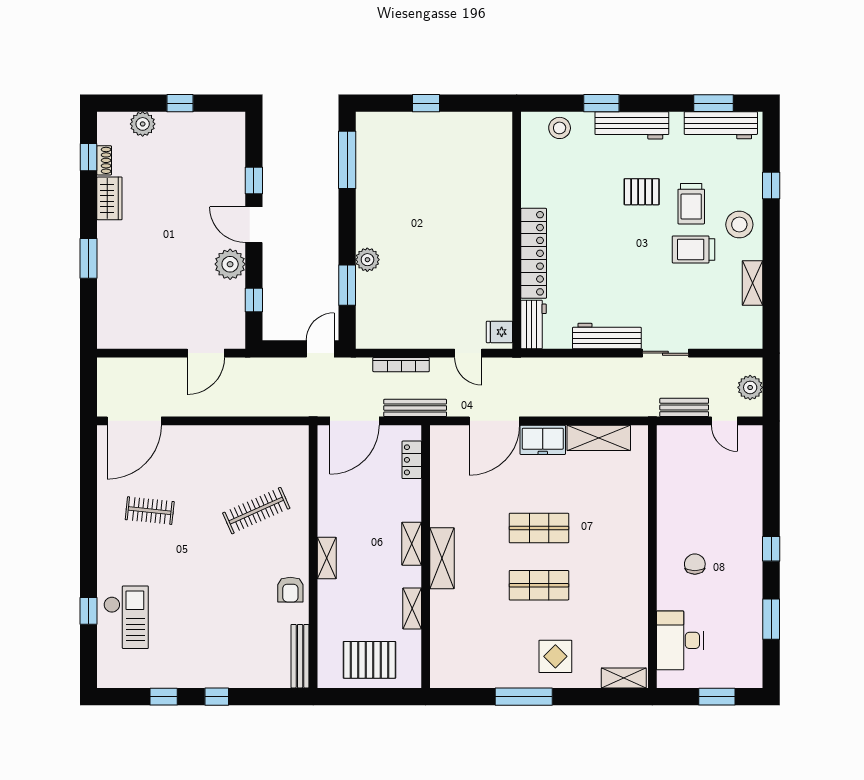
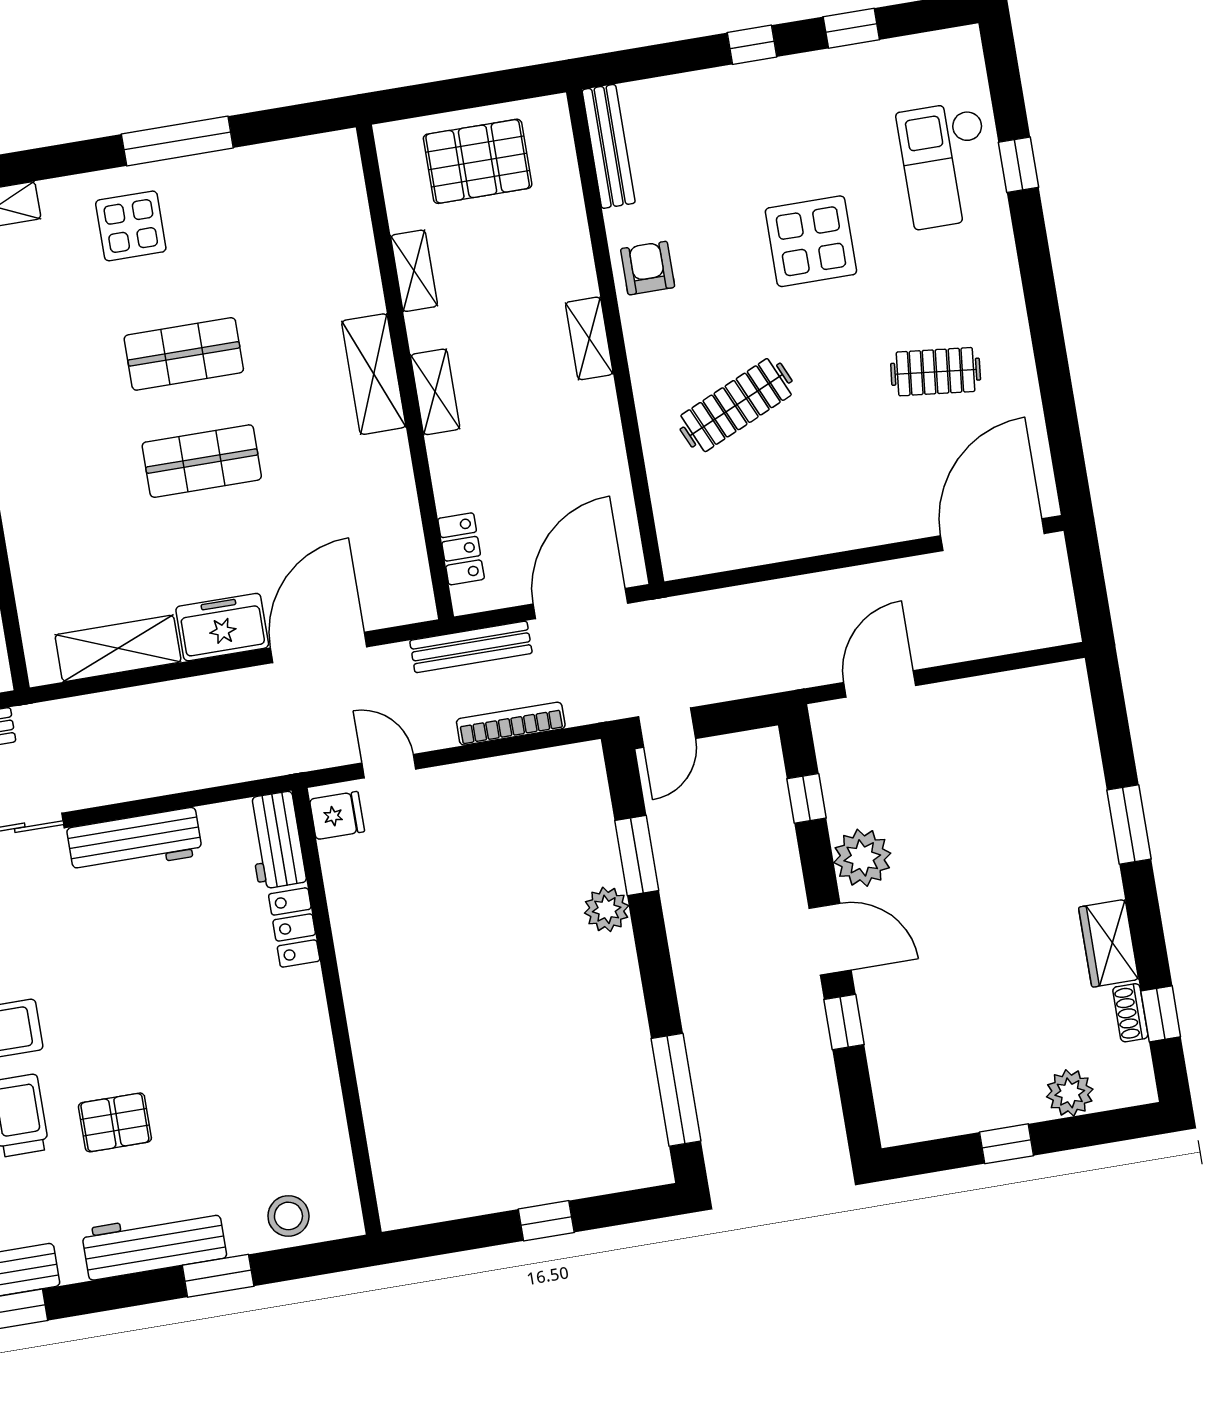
locker: (534, 253) -> (294, 927), width x0.46, depth x0.83
display table: (203, 589) -> (811, 241), added

